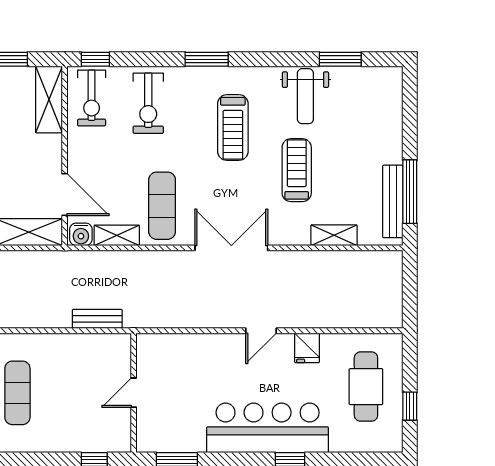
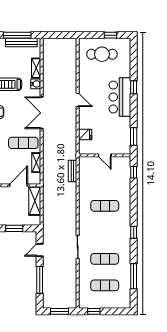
water cooler: (81, 234) -> (36, 84), moved
fridge: (307, 348) -> (85, 134), moved
bar counter: (268, 428) -> (120, 97), width x0.73

